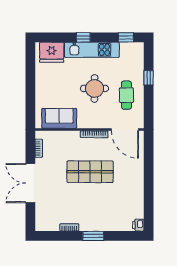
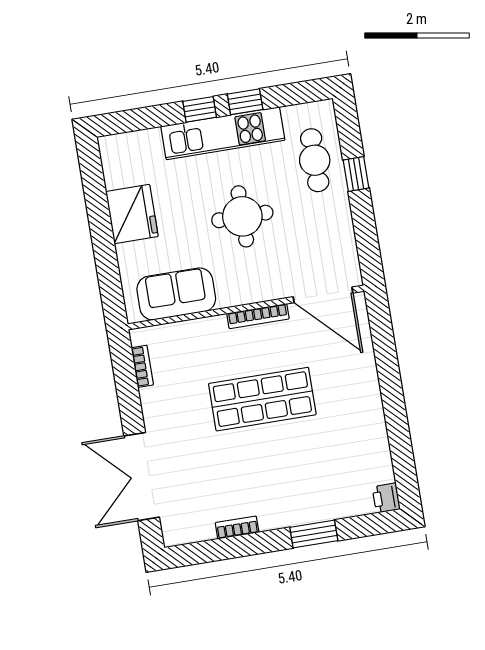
window: (126, 37) -> (245, 102), moved
fridge: (52, 52) -> (132, 214), moved, turned -90
cafe table: (126, 95) -> (315, 160), moved
double door: (30, 183) -> (142, 477), moved
window: (93, 236) -> (314, 534), moved

